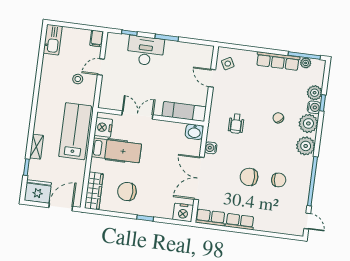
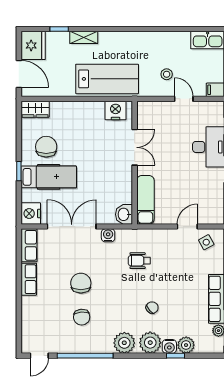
hospital bed: (116, 150) -> (49, 177), moved, turned -90
wardrobe: (94, 191) -> (35, 109), width x0.67

